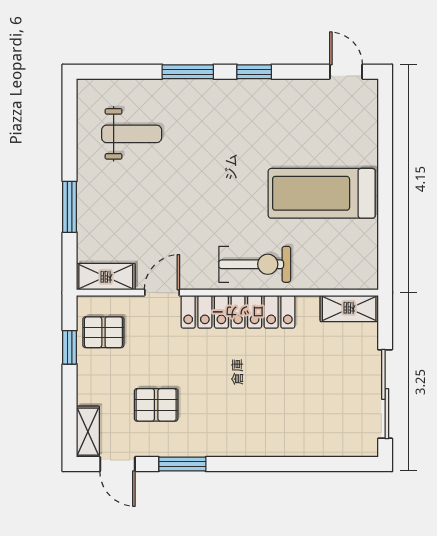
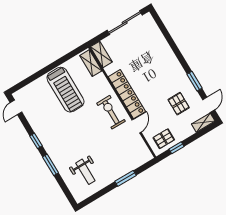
weight bench: (132, 134) -> (85, 172), turned 180
exercise bike: (255, 264) -> (111, 112), moved
shelving: (106, 277) -> (91, 63), moved
door: (162, 293) -> (137, 126), swing flipped
pallet: (103, 332) -> (164, 139), turned 90

